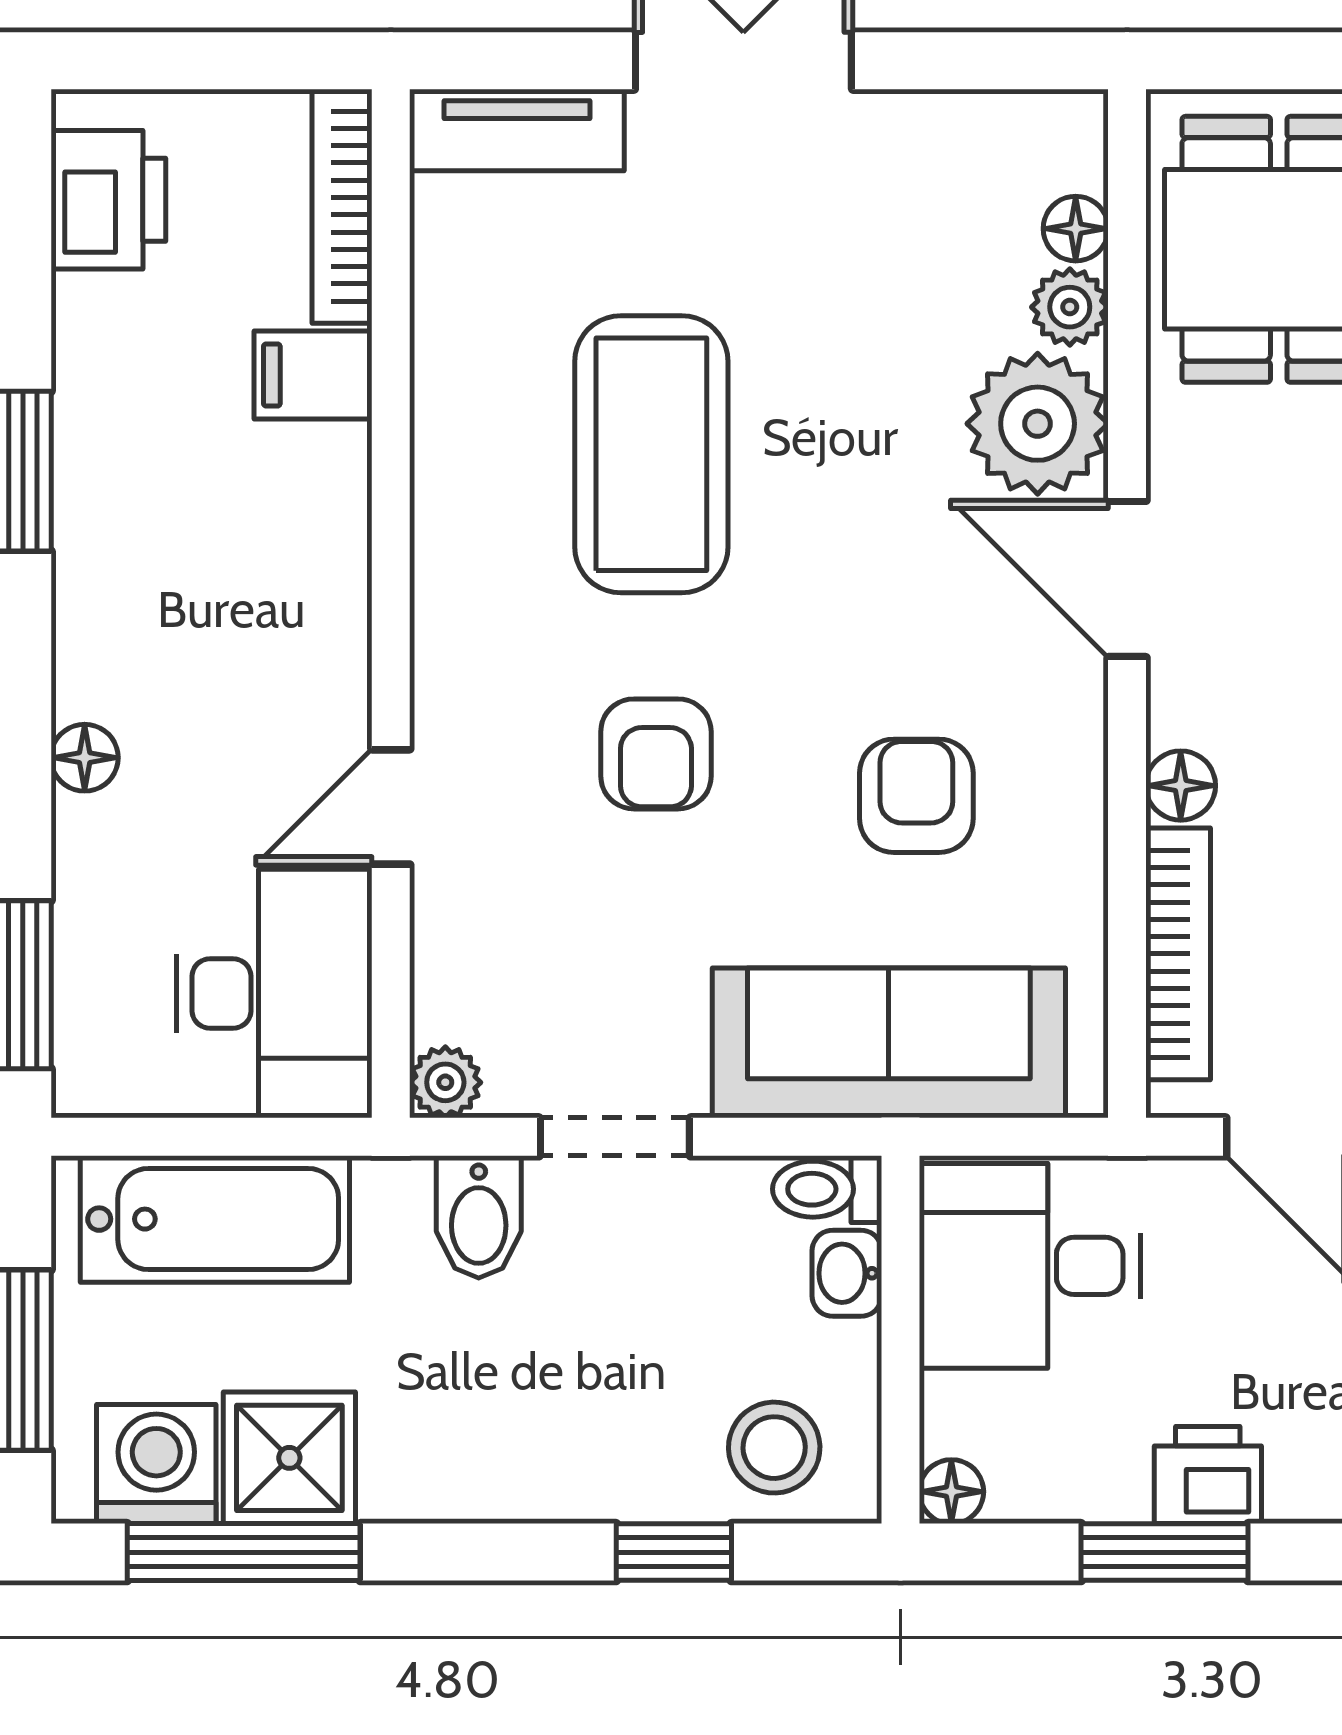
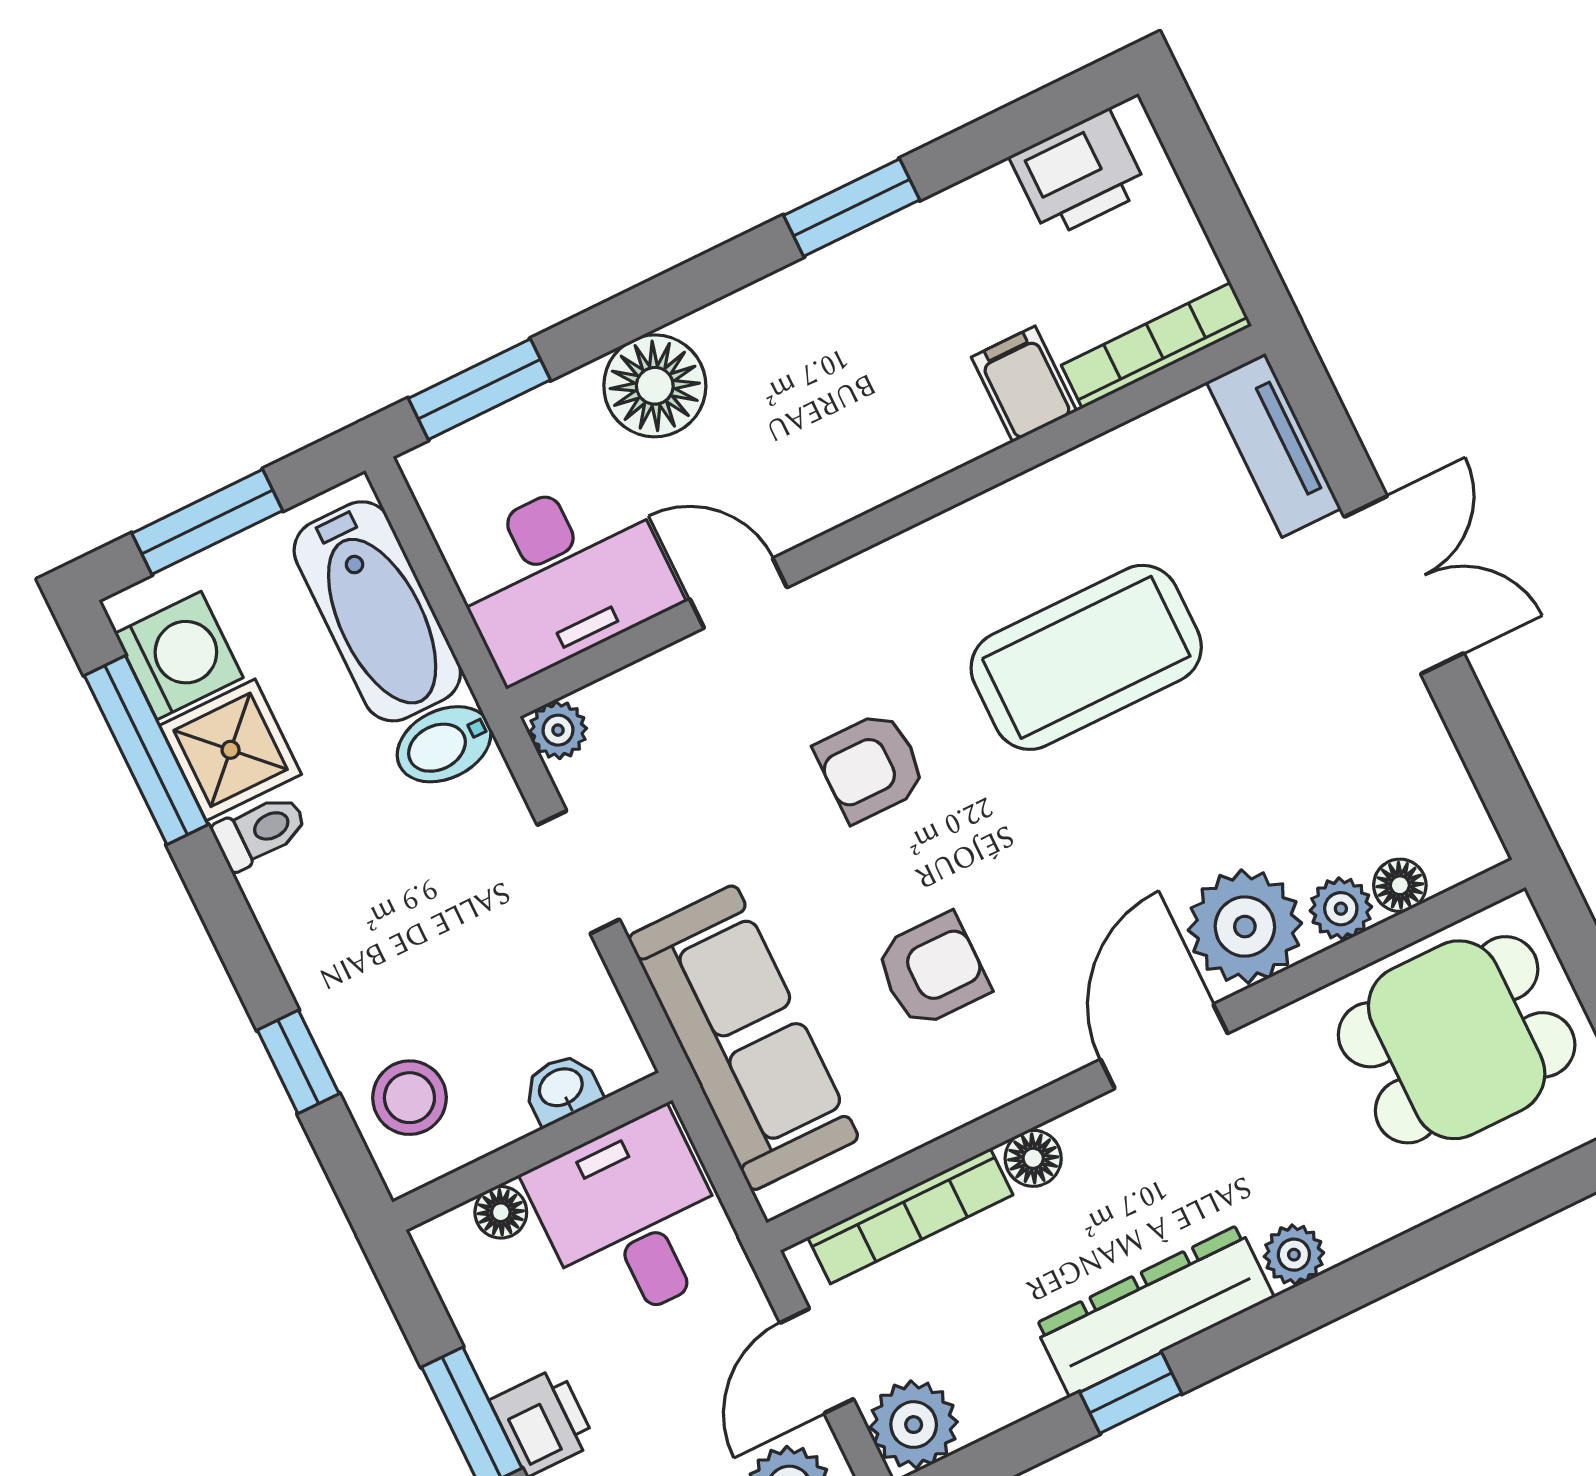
floor lamp: (85, 758) -> (655, 386), width x1.89, depth x1.89
toilet: (827, 1189) -> (260, 831), moved, turned 90
bidet: (479, 1217) -> (444, 744), moved
floor lamp: (951, 1492) -> (501, 1212), moved

